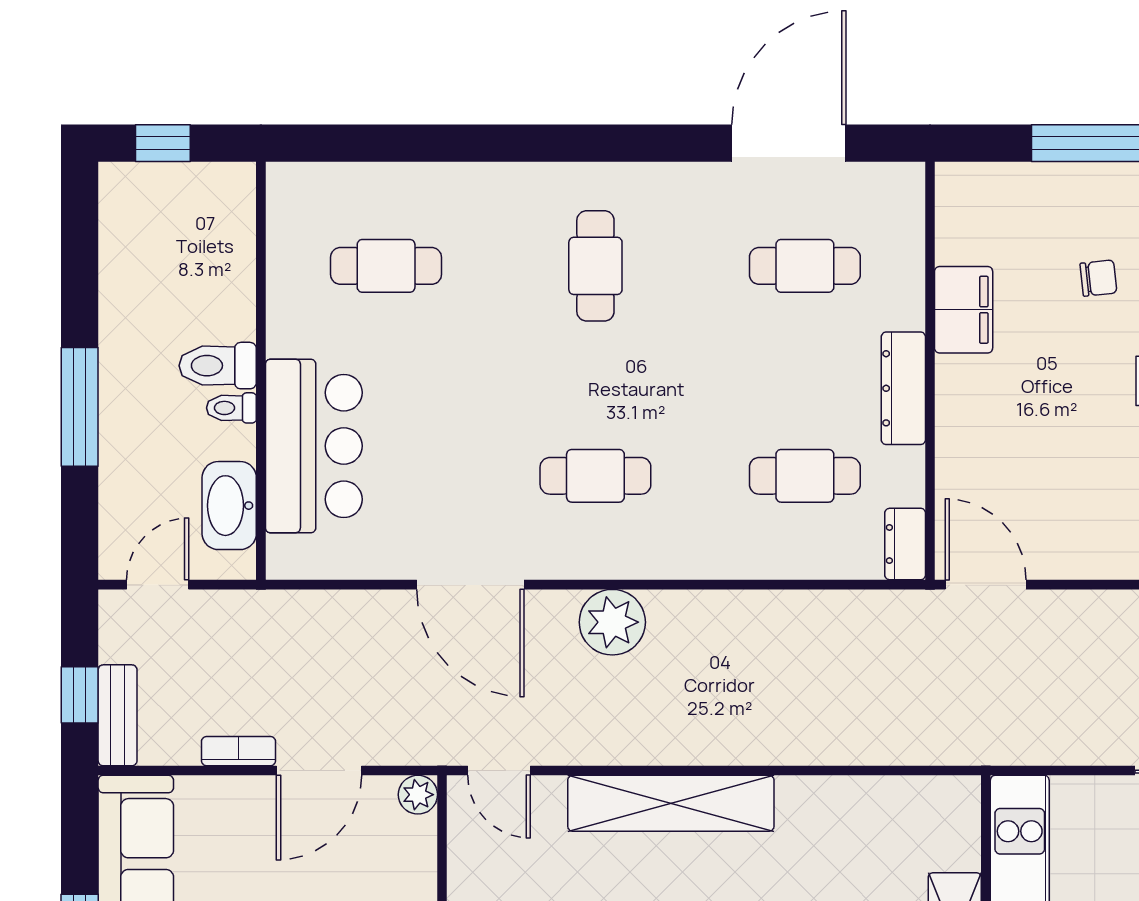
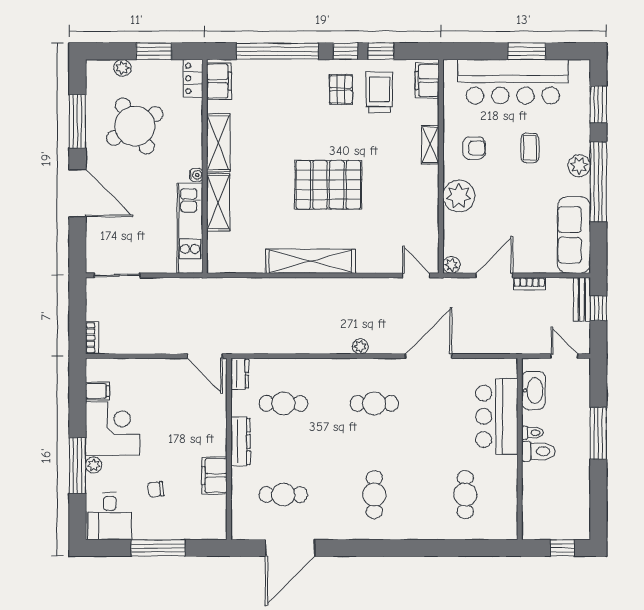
cafe table: (386, 266) -> (465, 495), turned 90
door: (158, 585) -> (564, 356), swing flipped
door: (470, 585) -> (429, 356), hinge flipped
plant: (612, 622) -> (360, 346), width x0.53, depth x0.53
shelving: (671, 803) -> (310, 261), moved

